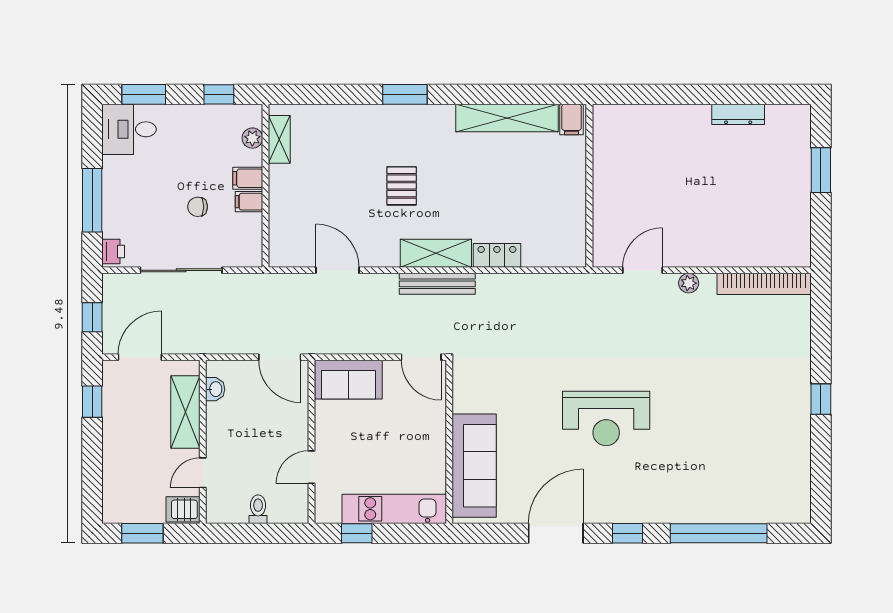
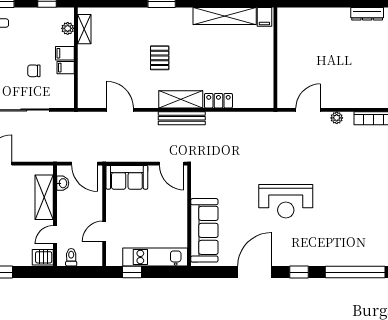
washbasin: (215, 389) -> (63, 183), moved
shelving: (185, 412) -> (44, 197), moved
wall: (203, 442) -> (55, 216), moved
door: (203, 473) -> (55, 235), moved
server rack: (183, 509) -> (43, 257), moved

